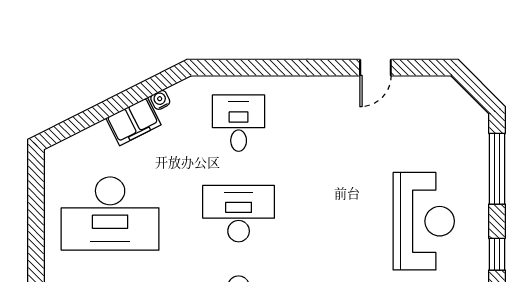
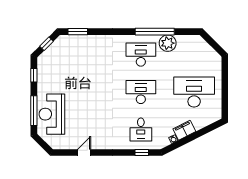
window: (237, 68) -> (142, 152), added
desk: (239, 214) -> (141, 92), turned 180
reception desk: (424, 221) -> (52, 114), moved

